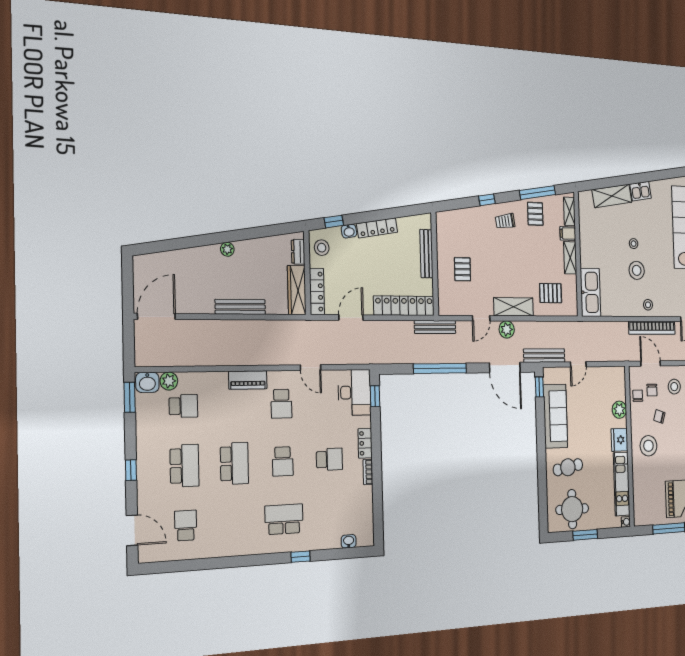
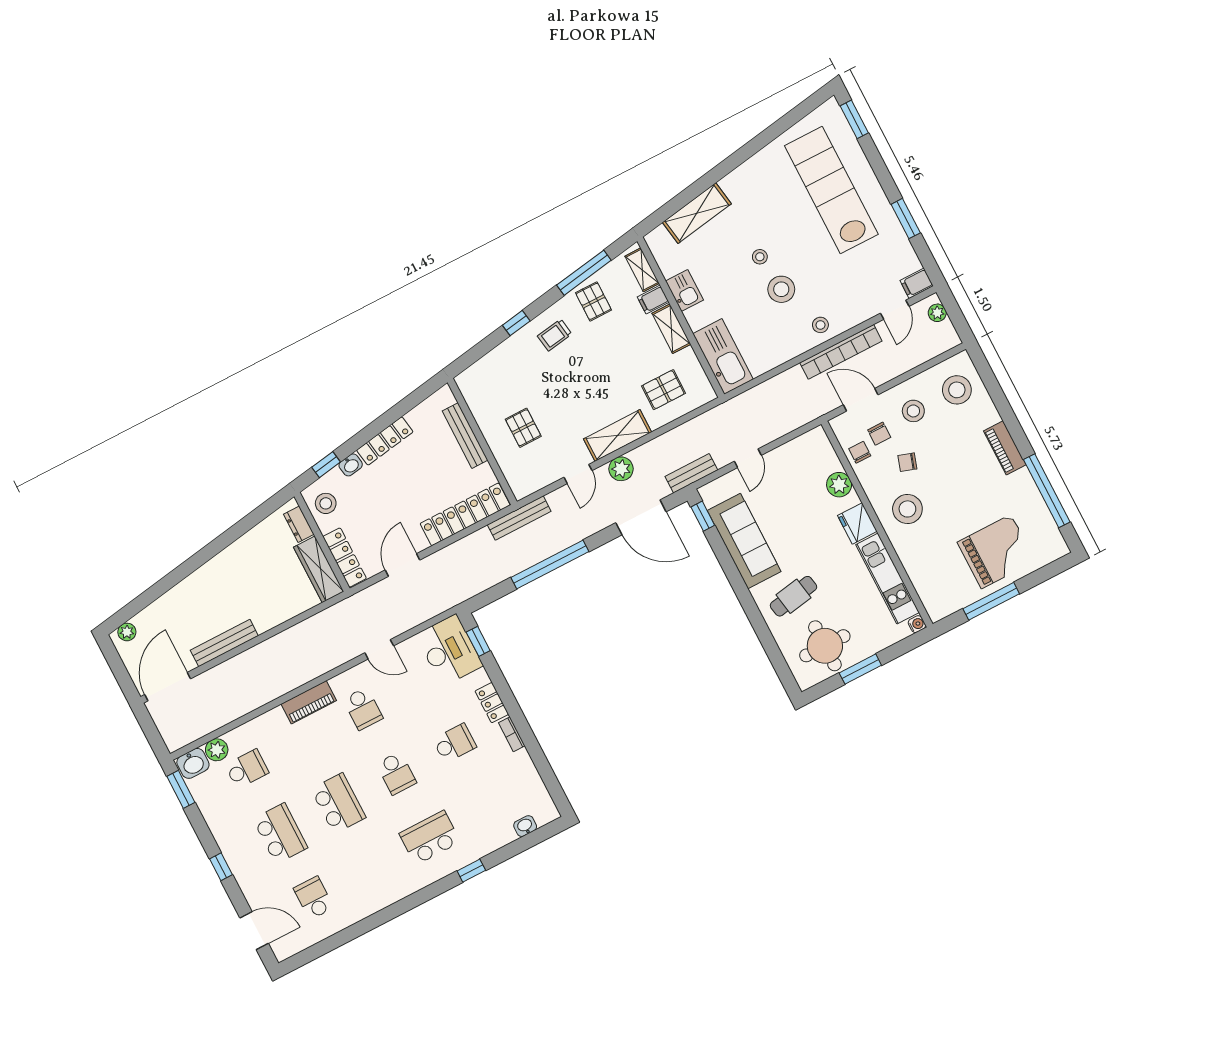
kitchen sink: (640, 191) -> (684, 290), moved, turned -81
plant: (227, 249) -> (127, 632), moved
bench: (240, 307) -> (224, 643), moved
bench: (544, 356) -> (691, 473), width x0.73

